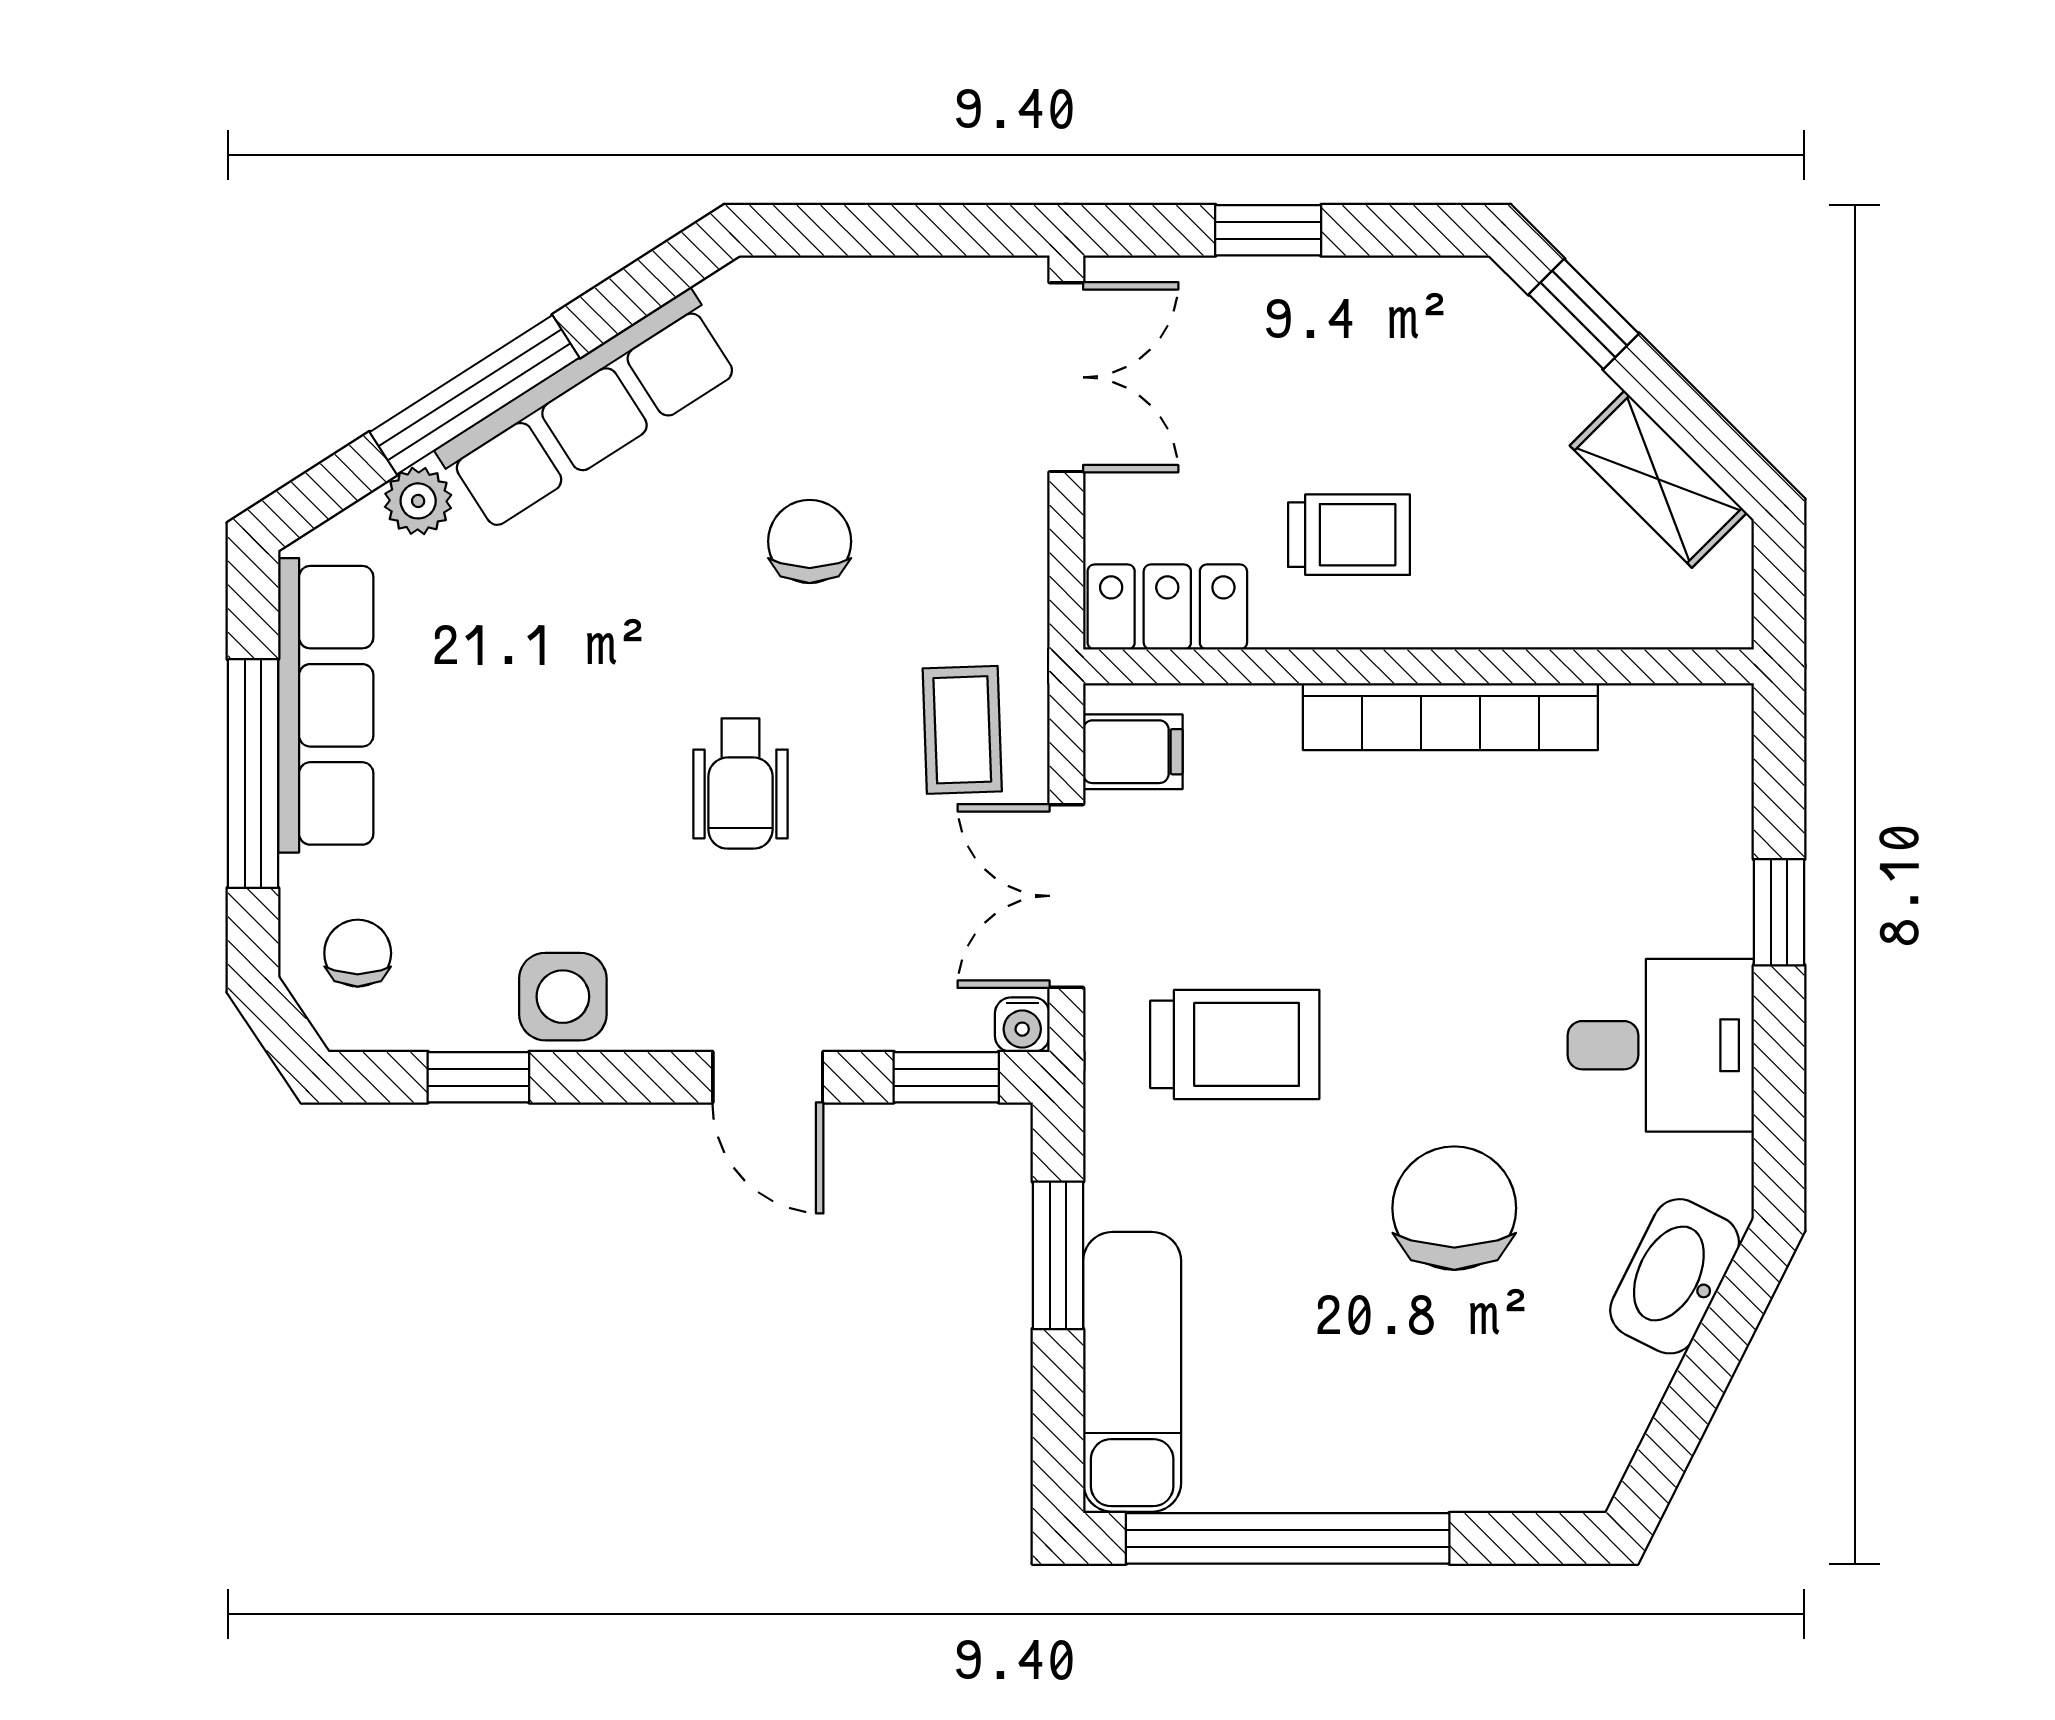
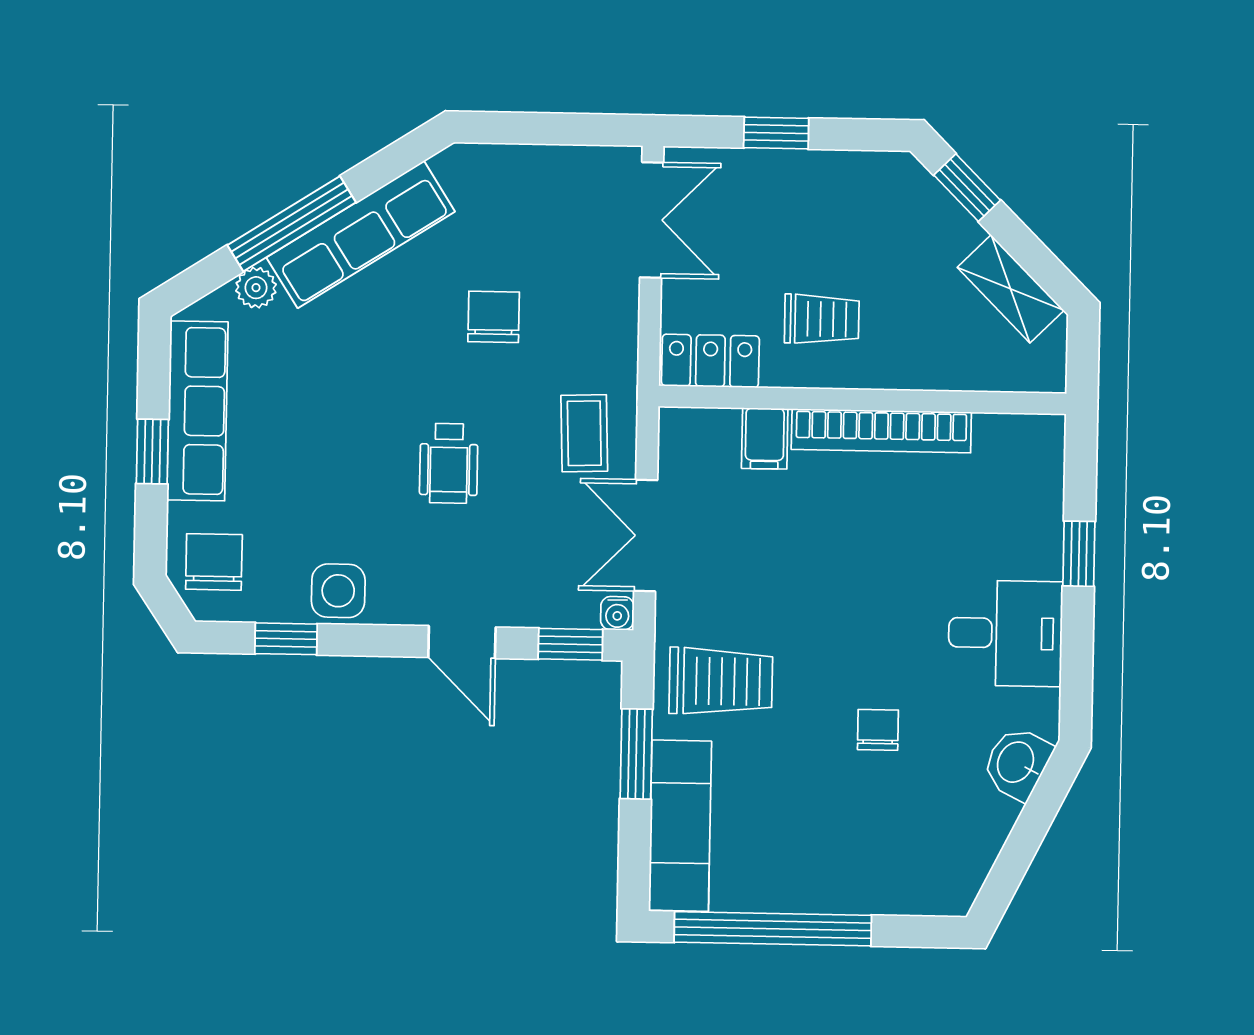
filing cabinet: (1133, 752) -> (765, 438), moved, turned 90
window: (253, 774) -> (152, 451), width x0.46
chair: (358, 953) -> (214, 562), width x1.37, depth x1.37
trolley: (1235, 1044) -> (721, 681), moved
chair: (1454, 1208) -> (878, 730), width x0.54, depth x0.54
washbasin: (1675, 1276) -> (1017, 763), width x0.72

